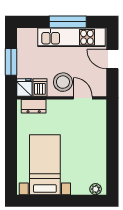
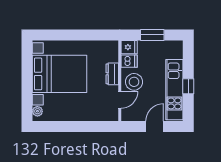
window: (68, 22) -> (188, 86), width x0.46
dresser: (34, 106) -> (112, 74), moved
bed with nightstands: (45, 165) -> (59, 74), width x1.36

